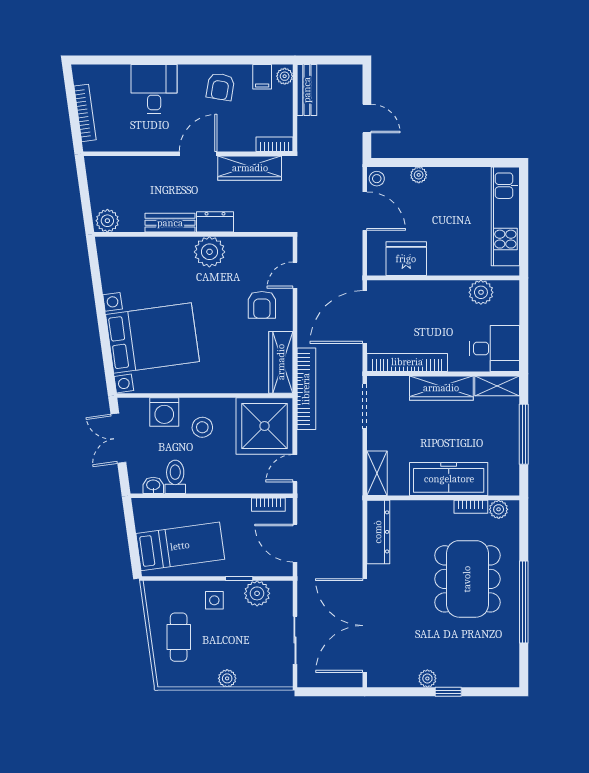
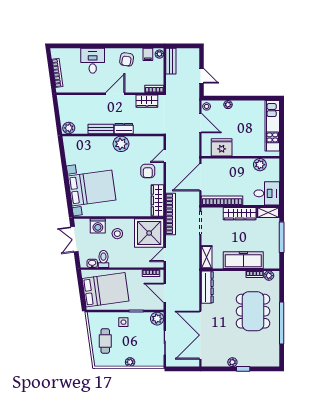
wardrobe: (250, 168) -> (147, 101), width x0.67
bed: (180, 546) -> (105, 290), width x1.50
plant: (257, 593) -> (157, 319), moved

